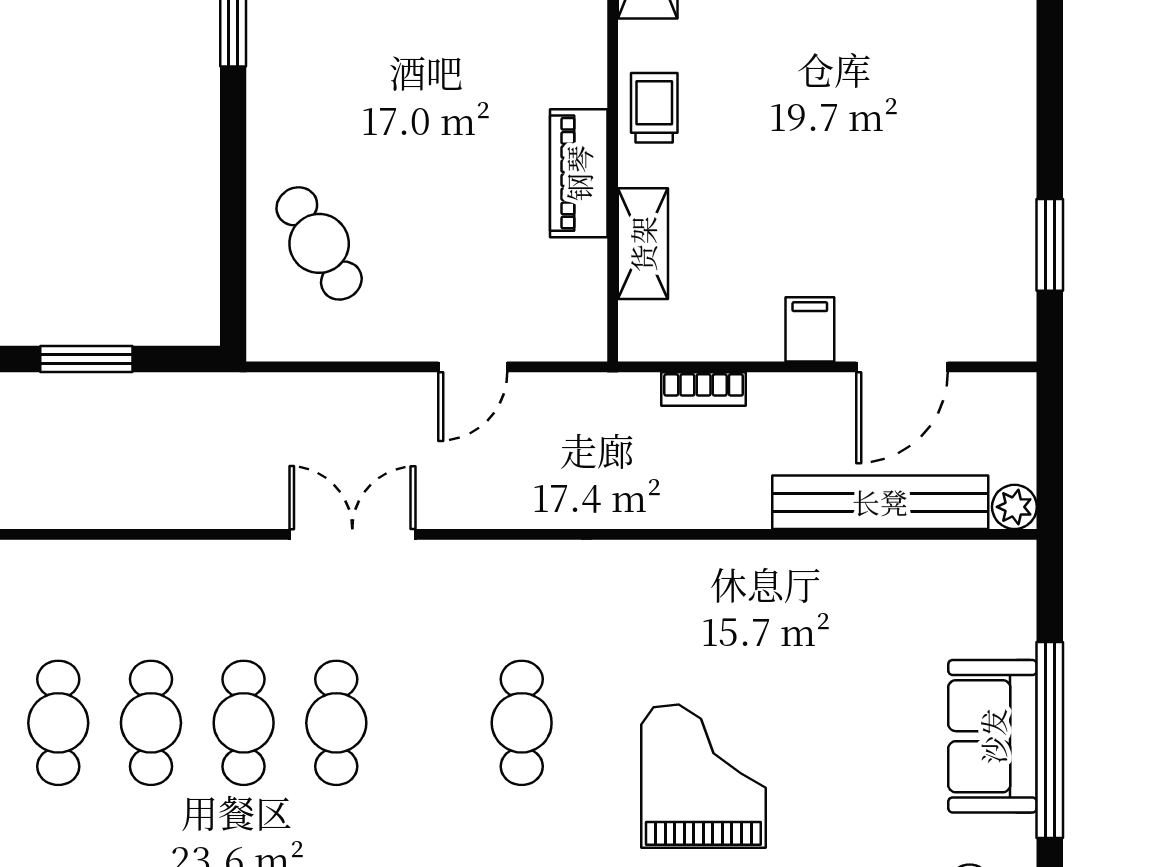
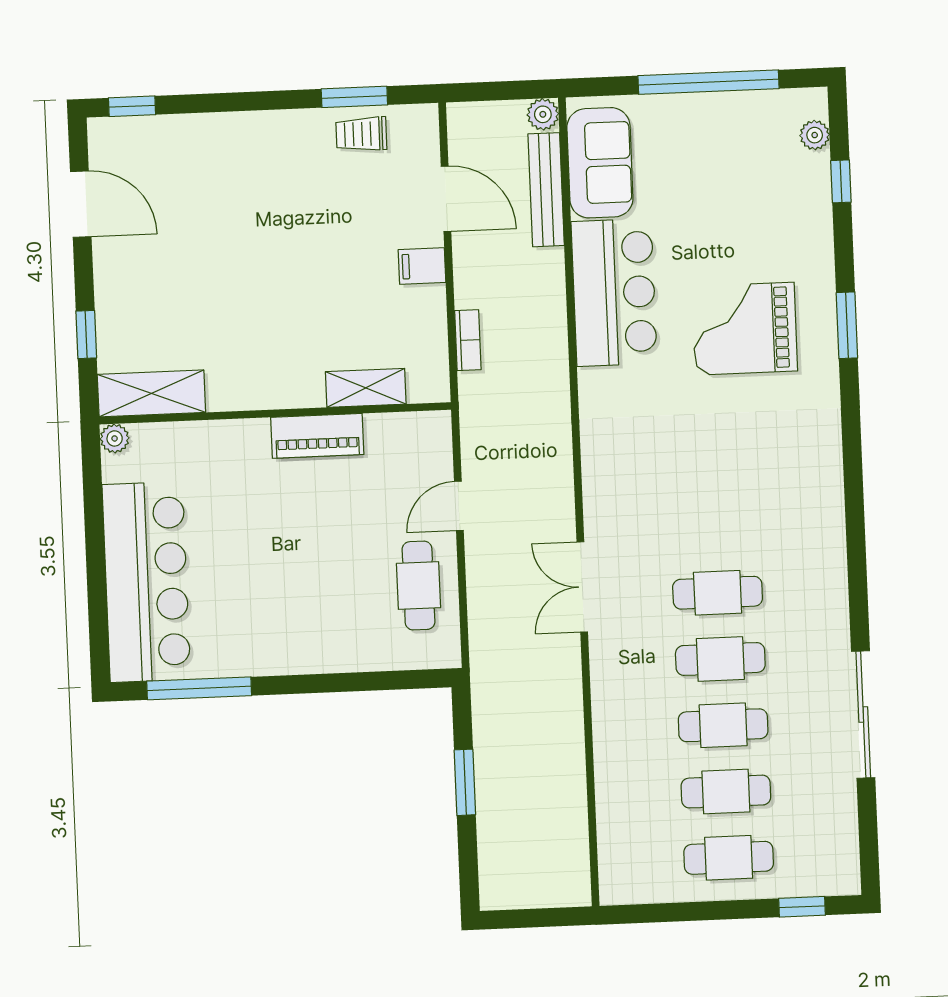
trolley: (654, 108) -> (361, 134), moved
cafe table: (319, 243) -> (419, 586), moved, turned -59
door: (473, 367) -> (459, 506), swing flipped
bench: (880, 502) -> (546, 190), width x0.73, depth x0.82
bar counter: (762, 596) -> (614, 292), added
cafe table: (522, 723) -> (712, 460), removed
sofa: (993, 736) -> (600, 163), moved, turned -90

